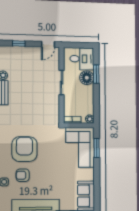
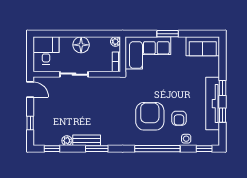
window: (96, 74) -> (63, 34), removed
floor lamp: (87, 78) -> (81, 45), moved
window: (97, 148) -> (168, 34), moved
armchair: (24, 149) -> (150, 116), turned 90

